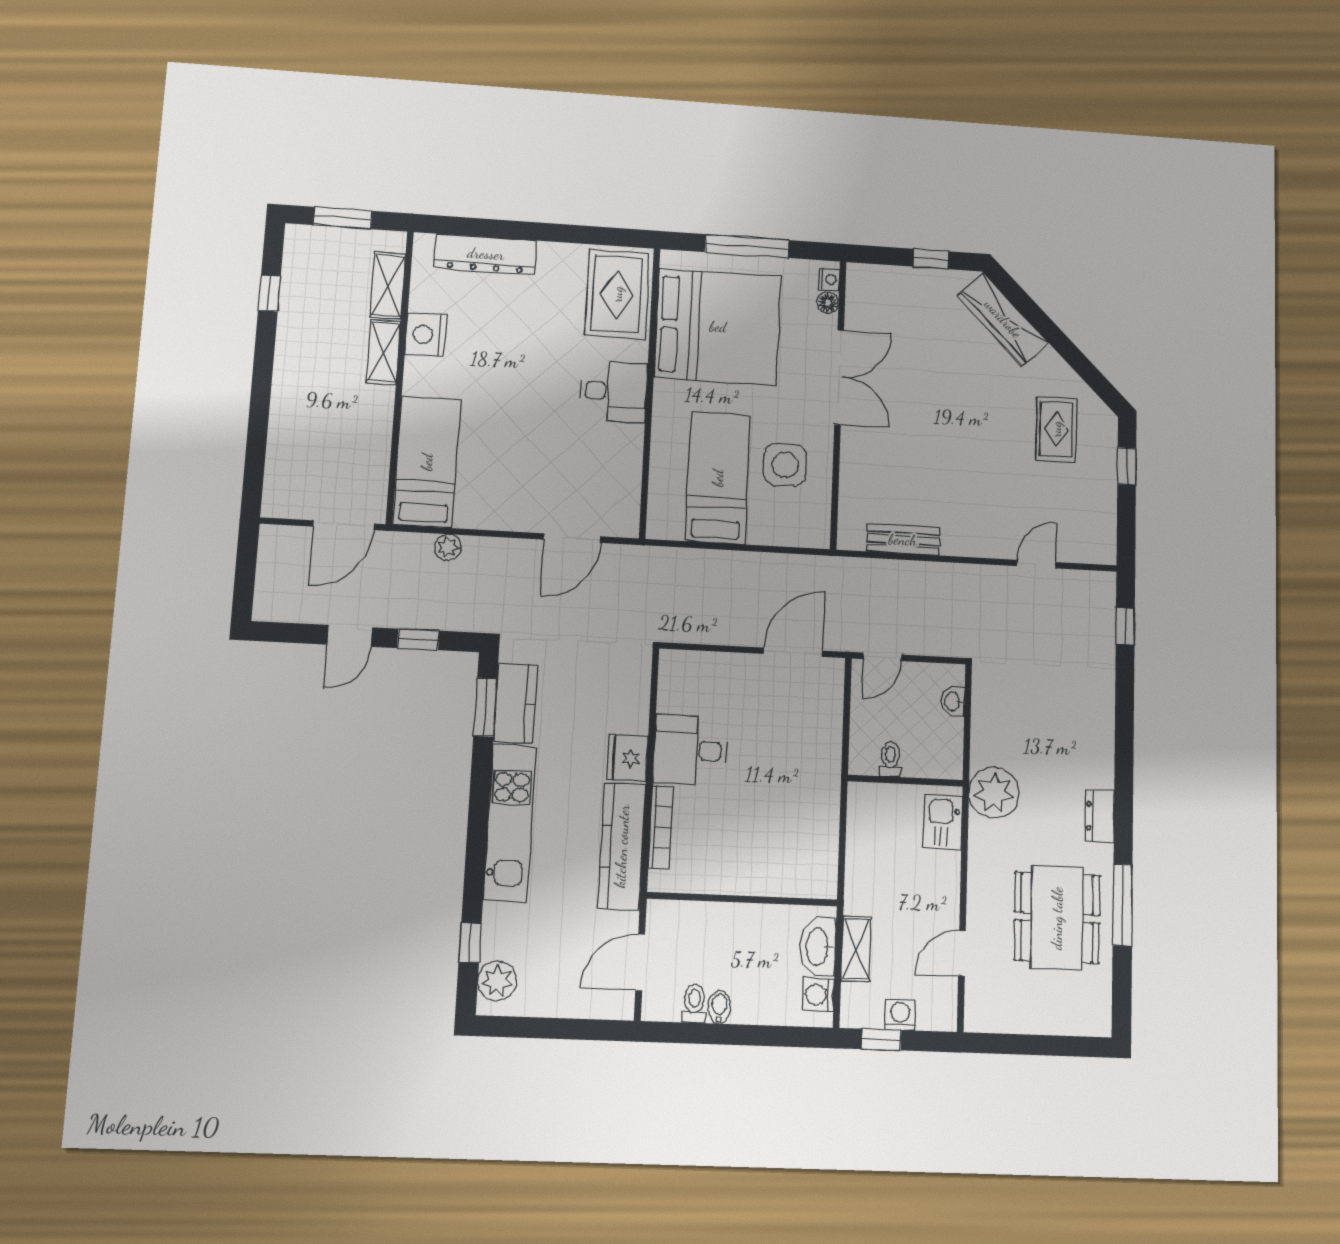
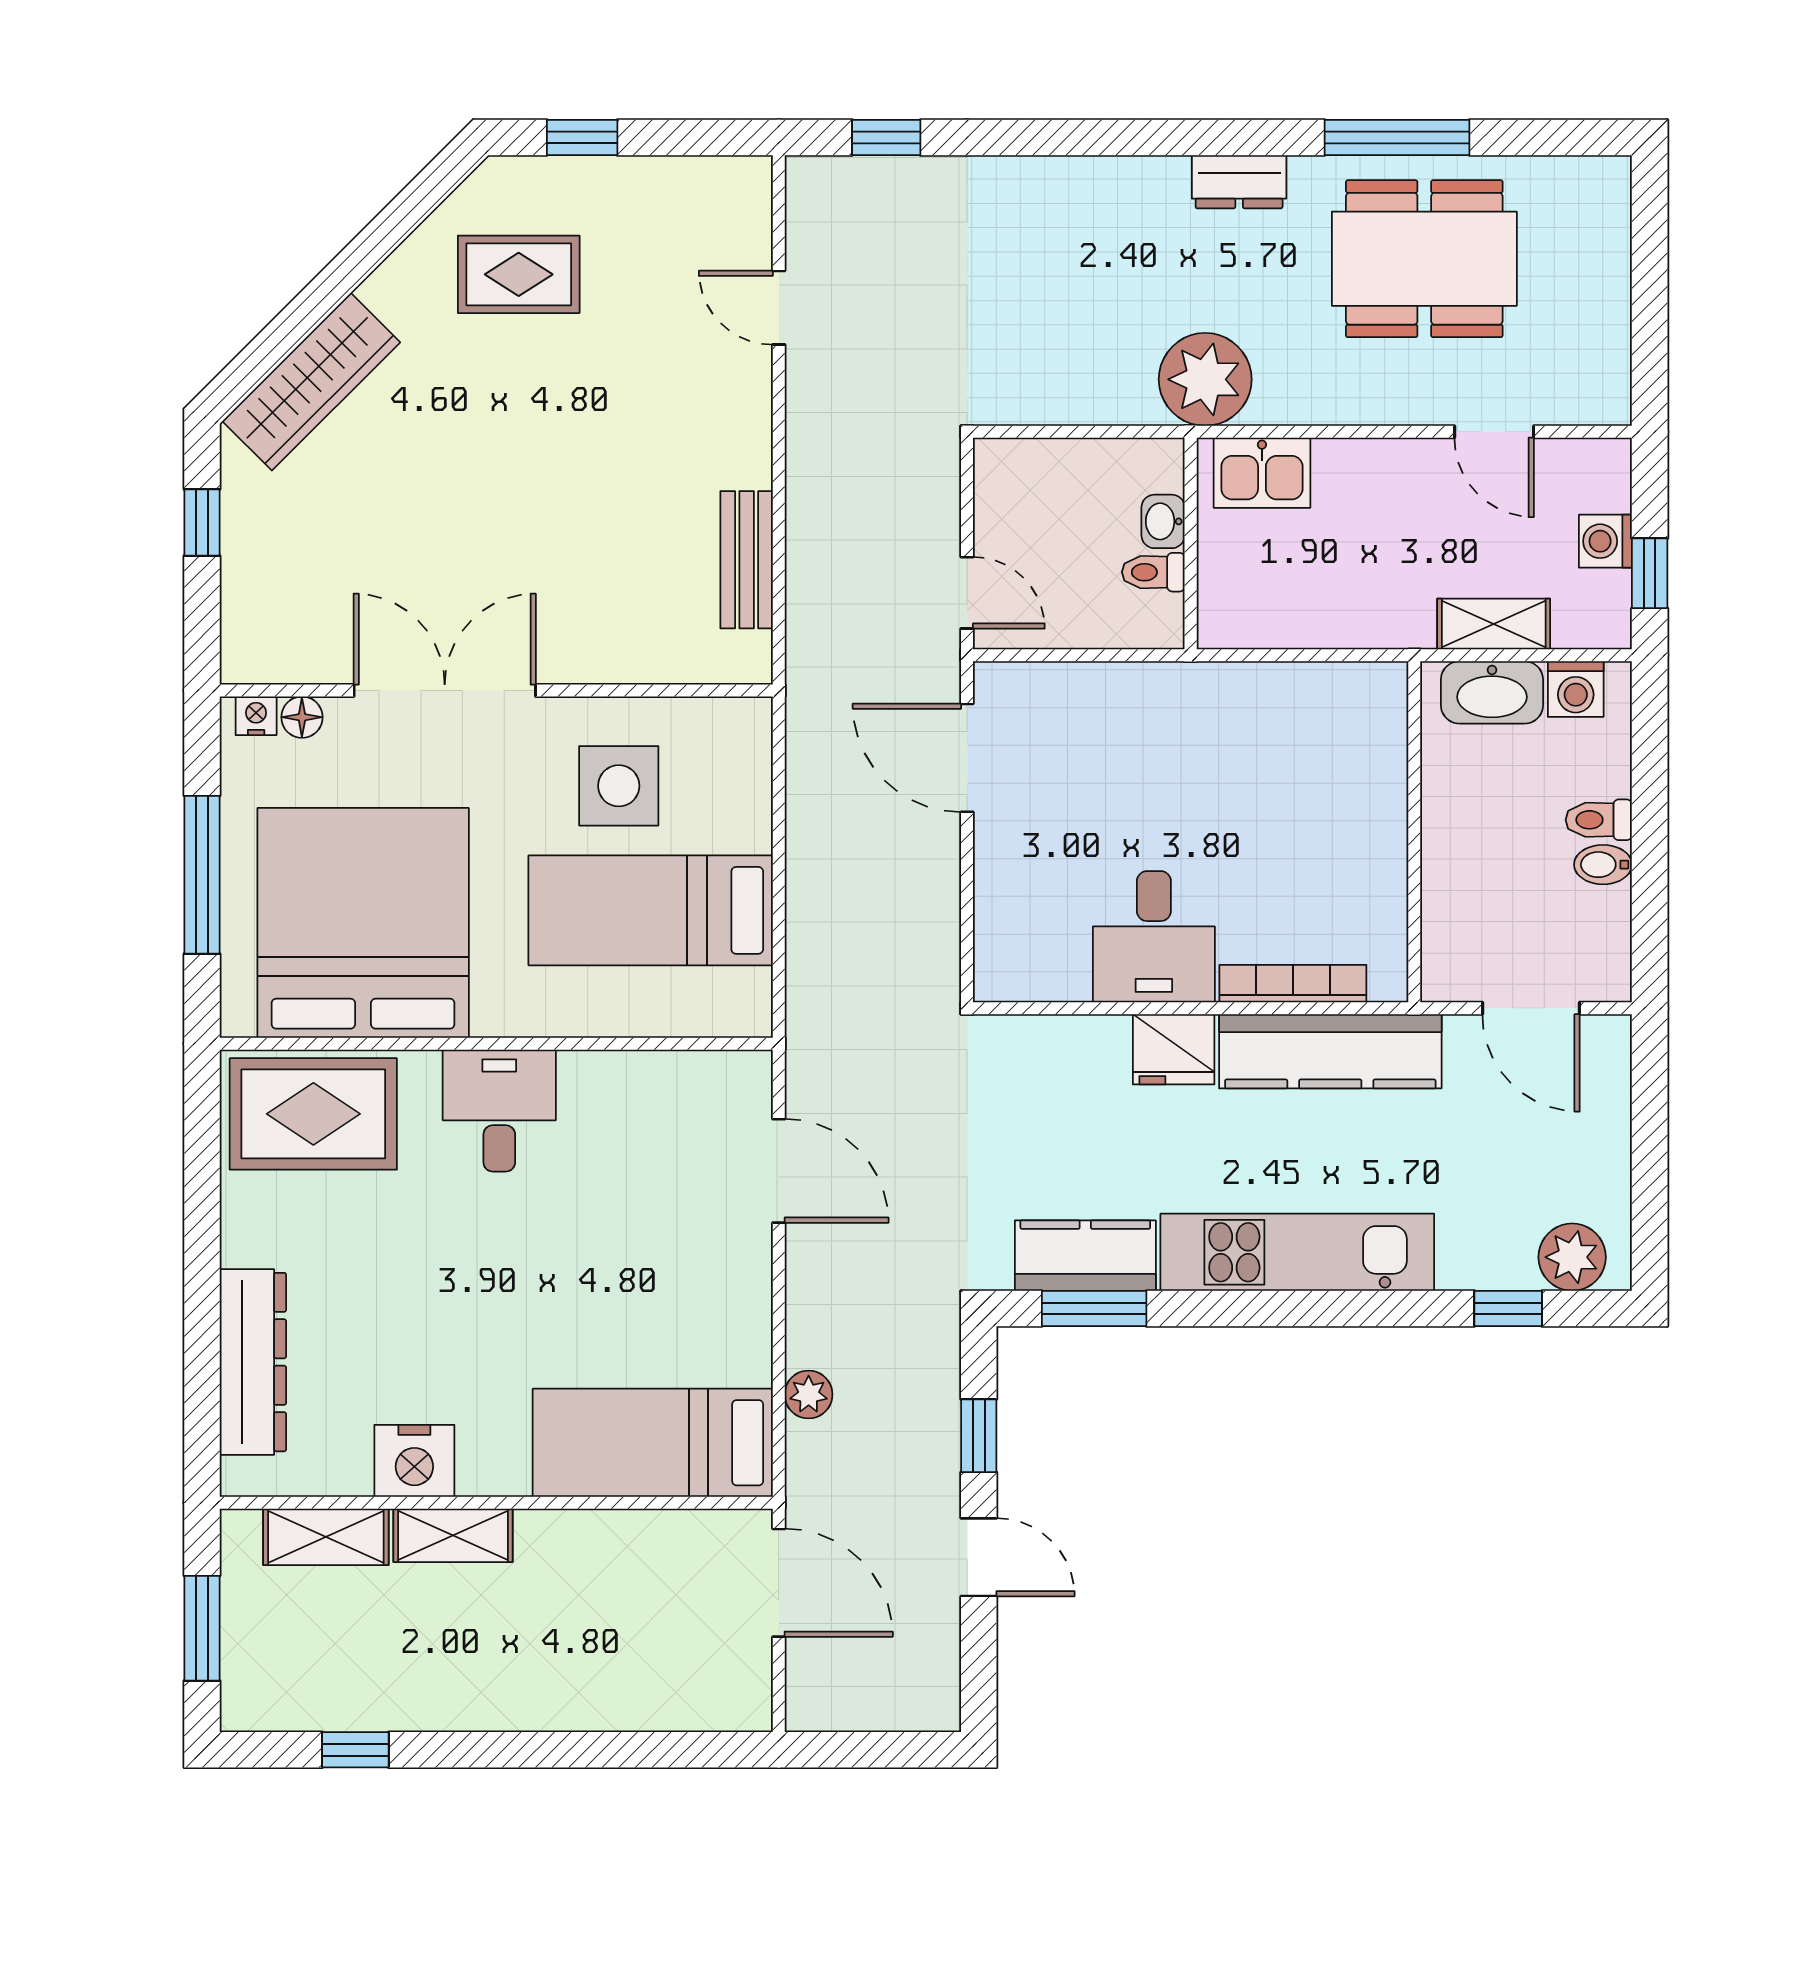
washbasin: (953, 701) -> (1163, 521), moved, turned 90
toilet: (694, 1004) -> (1599, 820), moved

